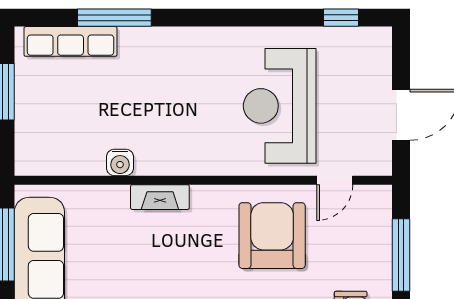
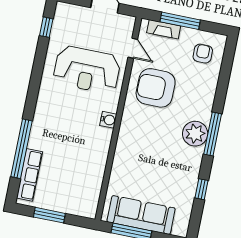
window: (114, 18) -> (21, 149), width x1.46
water cooler: (120, 162) -> (108, 120), moved
fireplace: (160, 197) -> (164, 29), moved, turned 90

